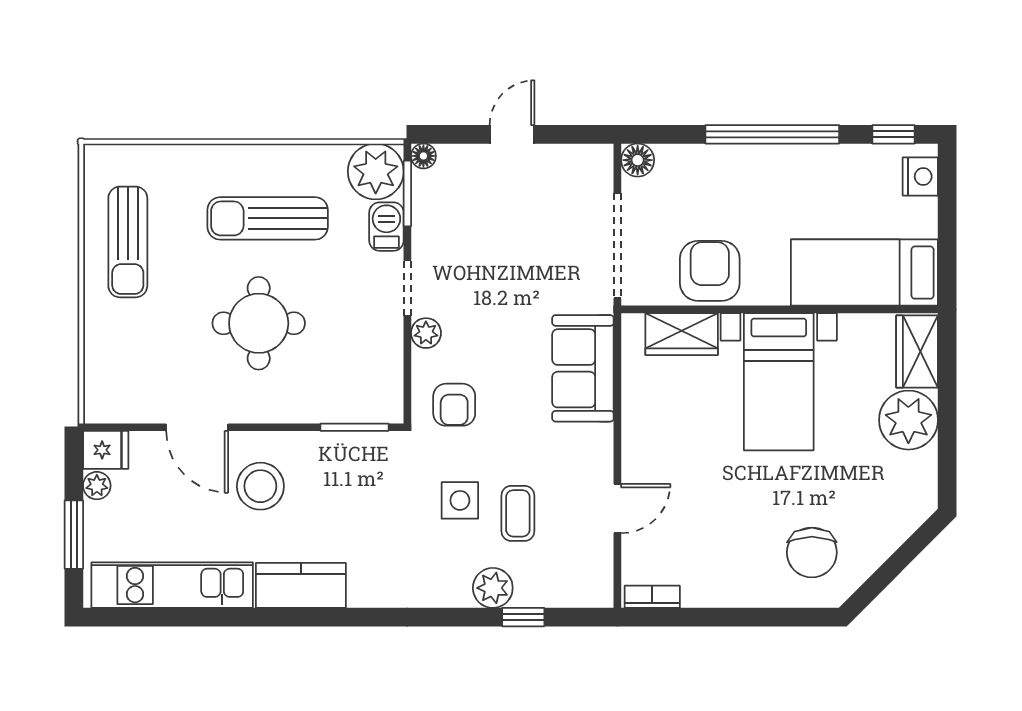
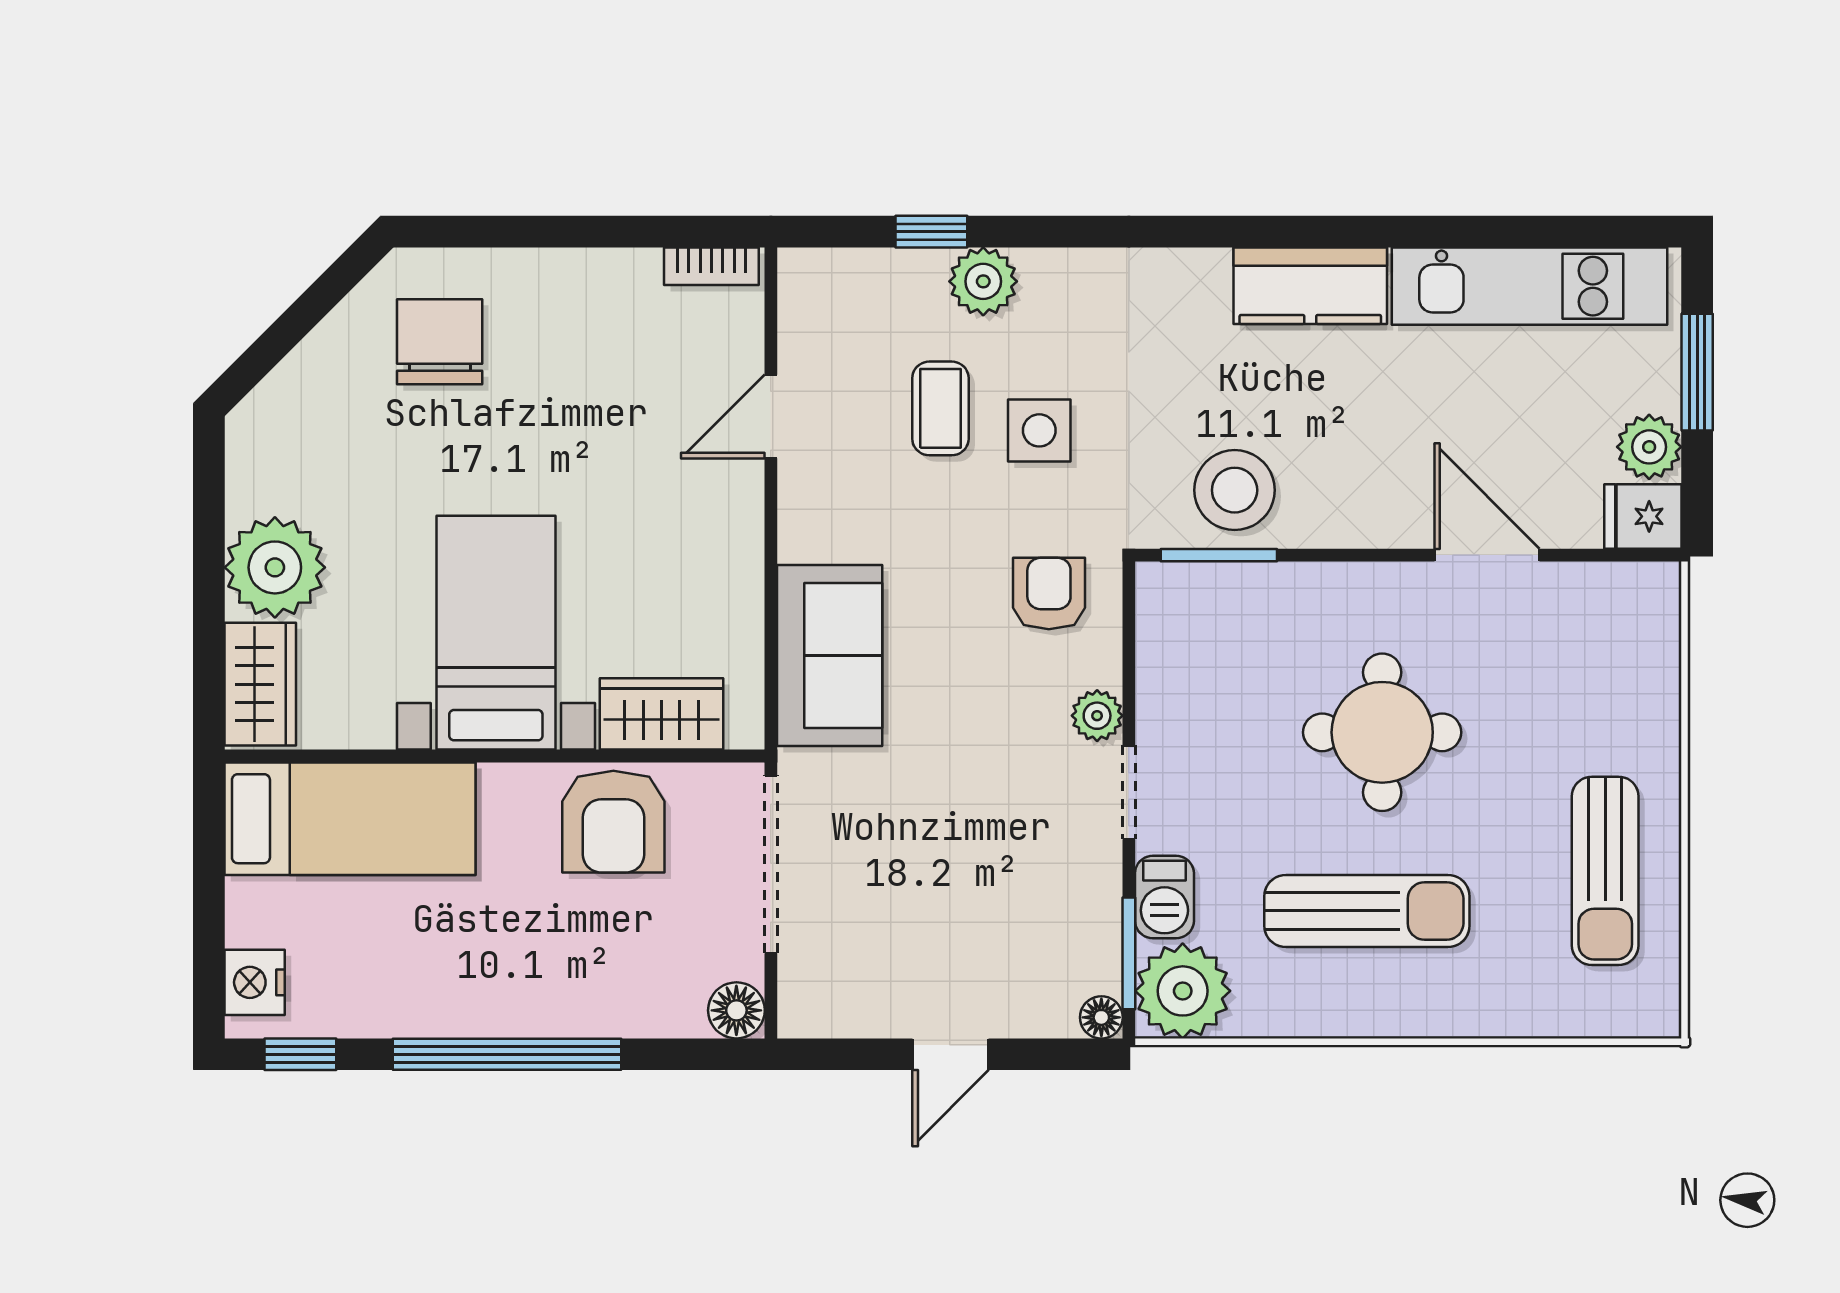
sun lounger: (128, 242) -> (1605, 871), turned 180
plant: (97, 486) -> (1649, 447), width x1.38, depth x1.38
stool: (260, 486) -> (1235, 490), moved

